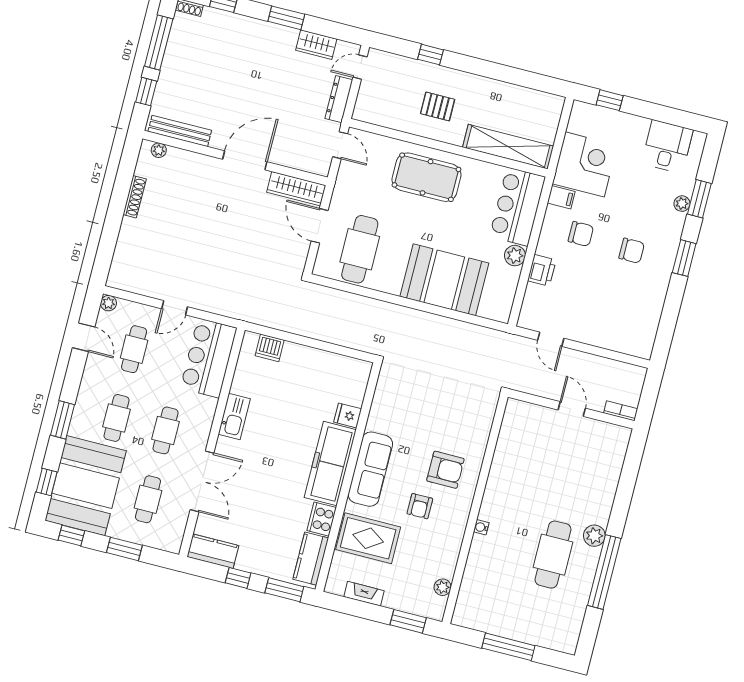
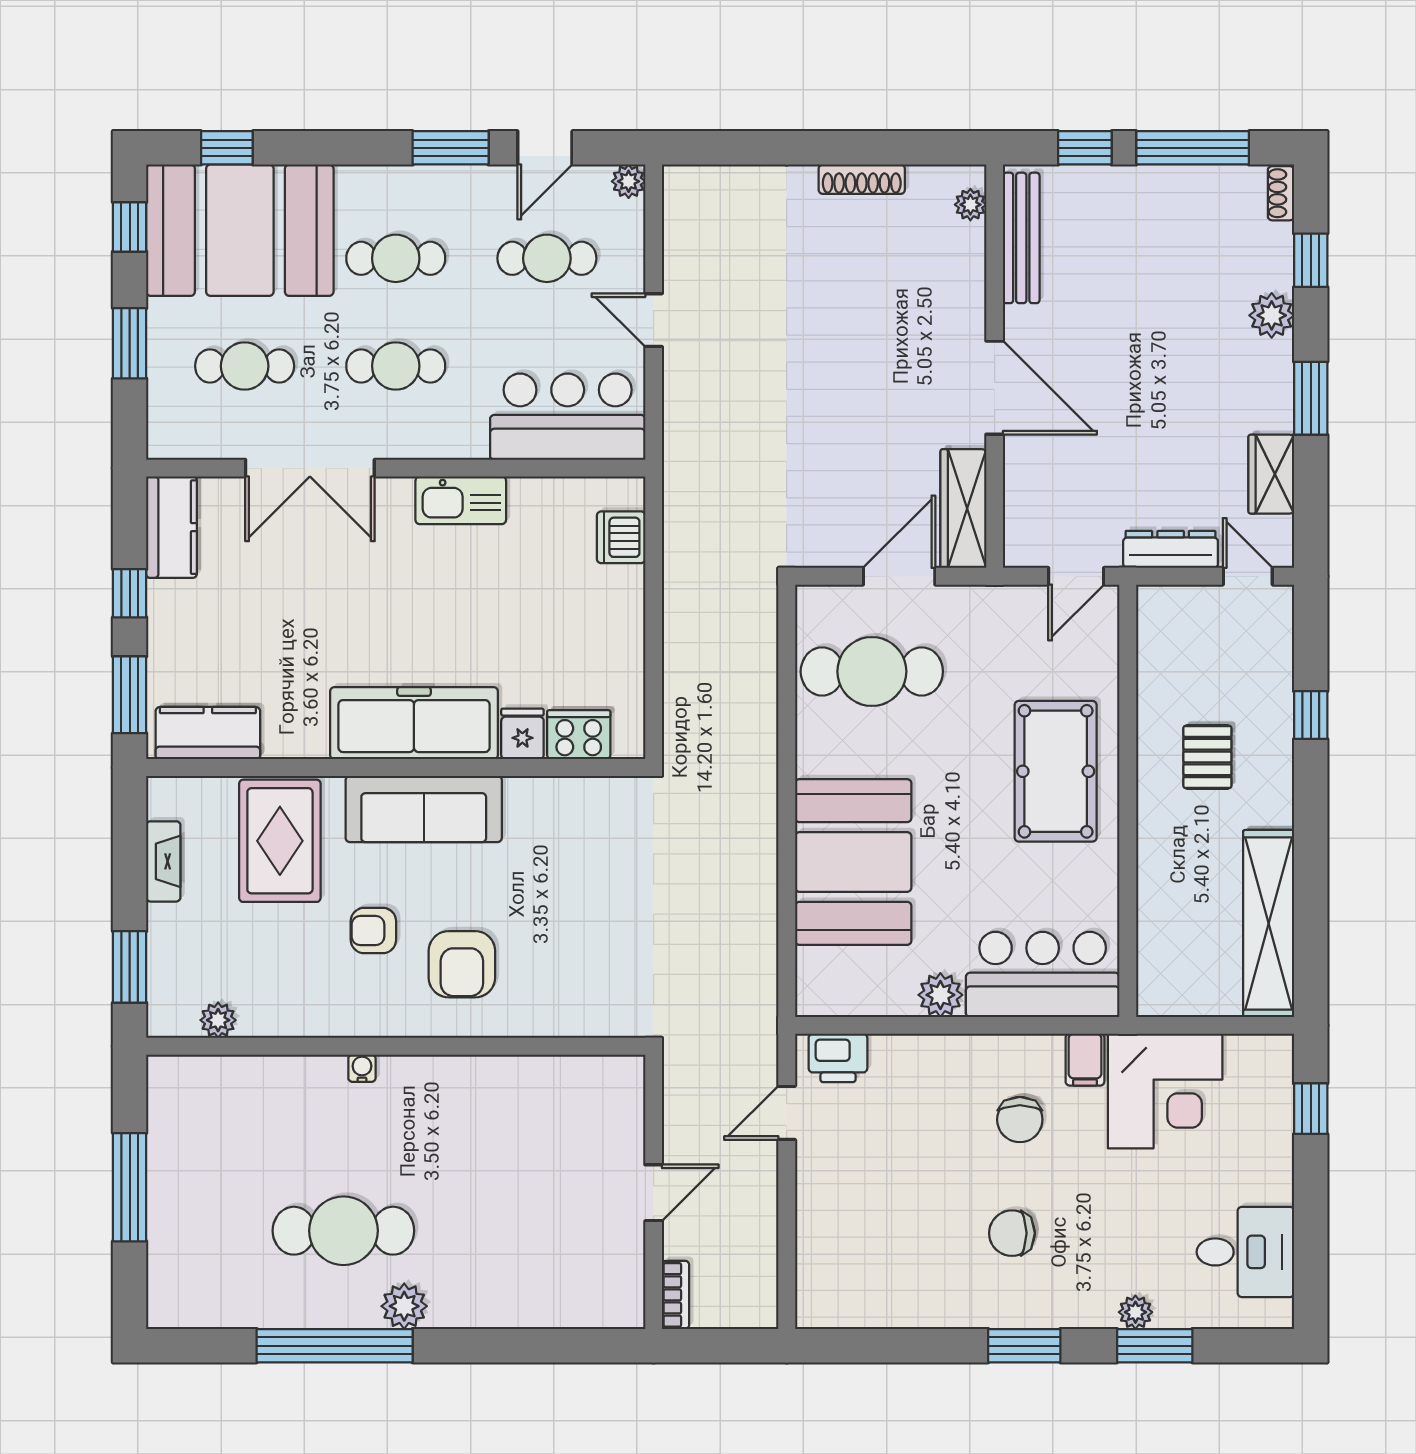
plant: (244, 26) -> (1272, 315), added
shelving: (508, 147) -> (1269, 924), moved
chair: (632, 251) -> (1012, 1233), turned 90
printer: (542, 270) -> (838, 1058), moved
window: (63, 420) -> (451, 148), moved
cooker: (322, 519) -> (579, 735), moved

